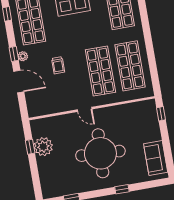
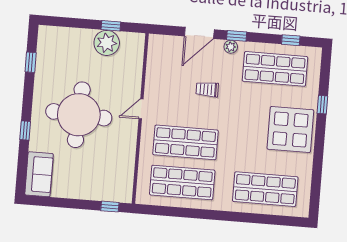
sofa: (156, 158) -> (39, 174), moved, turned 90

